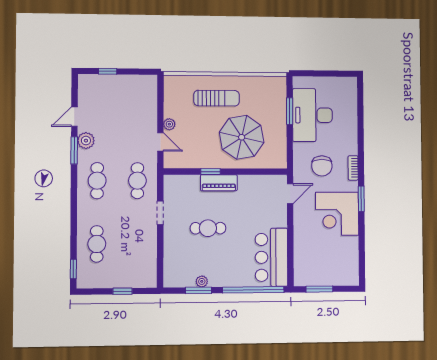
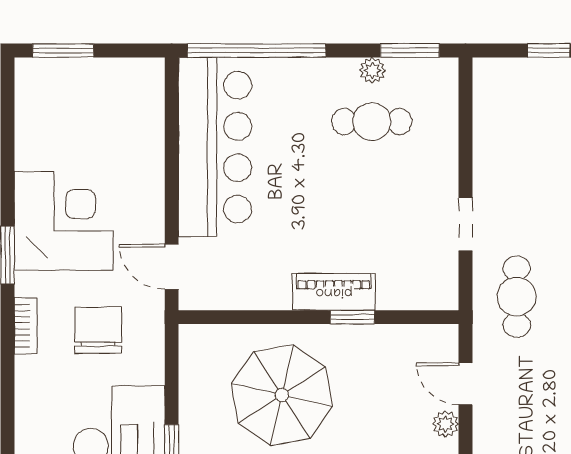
door: (290, 194) -> (172, 267), hinge flipped
cafe table: (208, 228) -> (372, 121), moved
bar counter: (271, 257) -> (215, 147), width x1.36
window: (319, 289) -> (63, 51), moved
window: (199, 290) -> (410, 51), moved

